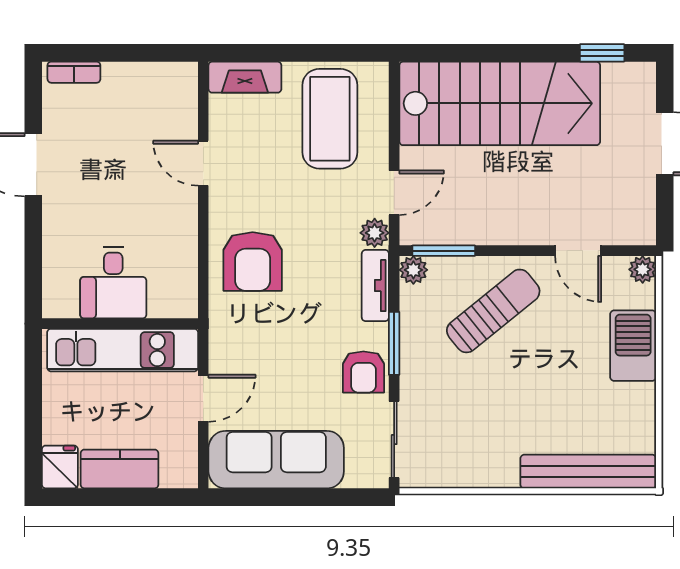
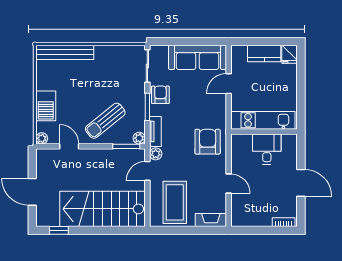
desk: (113, 283) -> (267, 149), moved
wall: (120, 324) -> (264, 132), moved
kitchen unit: (123, 350) -> (263, 120), moved

